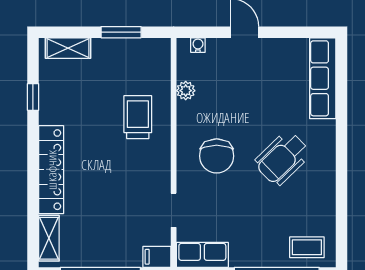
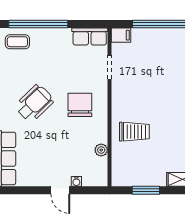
water cooler: (198, 45) -> (76, 181), moved
trolley: (138, 117) -> (134, 132), turned -90

